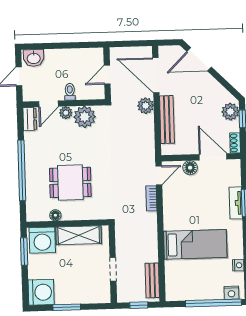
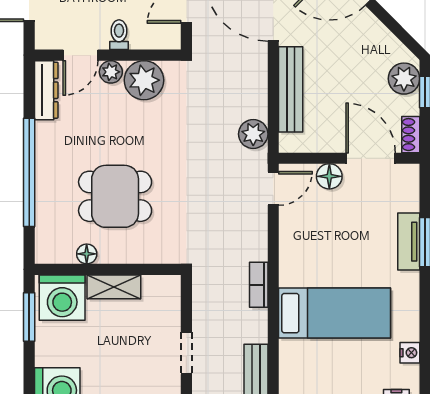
plant: (146, 106) -> (253, 134), moved
dresser: (30, 119) -> (46, 90), width x1.44
bookcase: (151, 198) -> (259, 285), moved
shelving: (79, 235) -> (114, 287), width x0.67, depth x0.75

